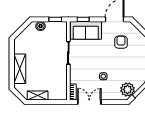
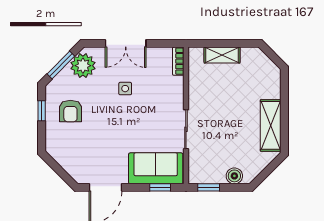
armchair: (121, 42) -> (70, 111), moved
shelving: (20, 69) -> (271, 125), moved
shelving: (38, 96) -> (222, 55), moved
double door: (89, 102) -> (126, 43), moved

